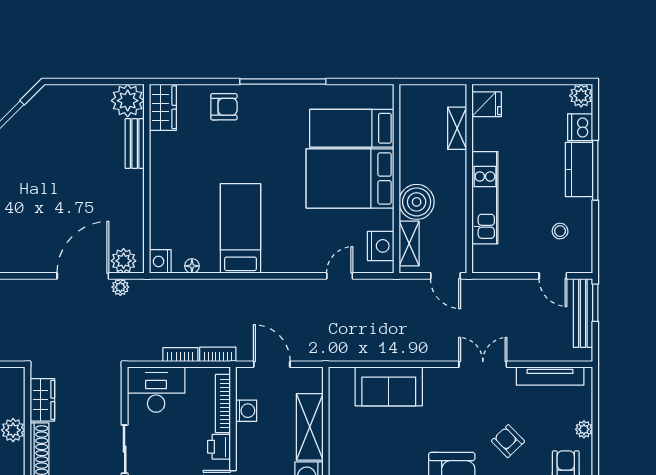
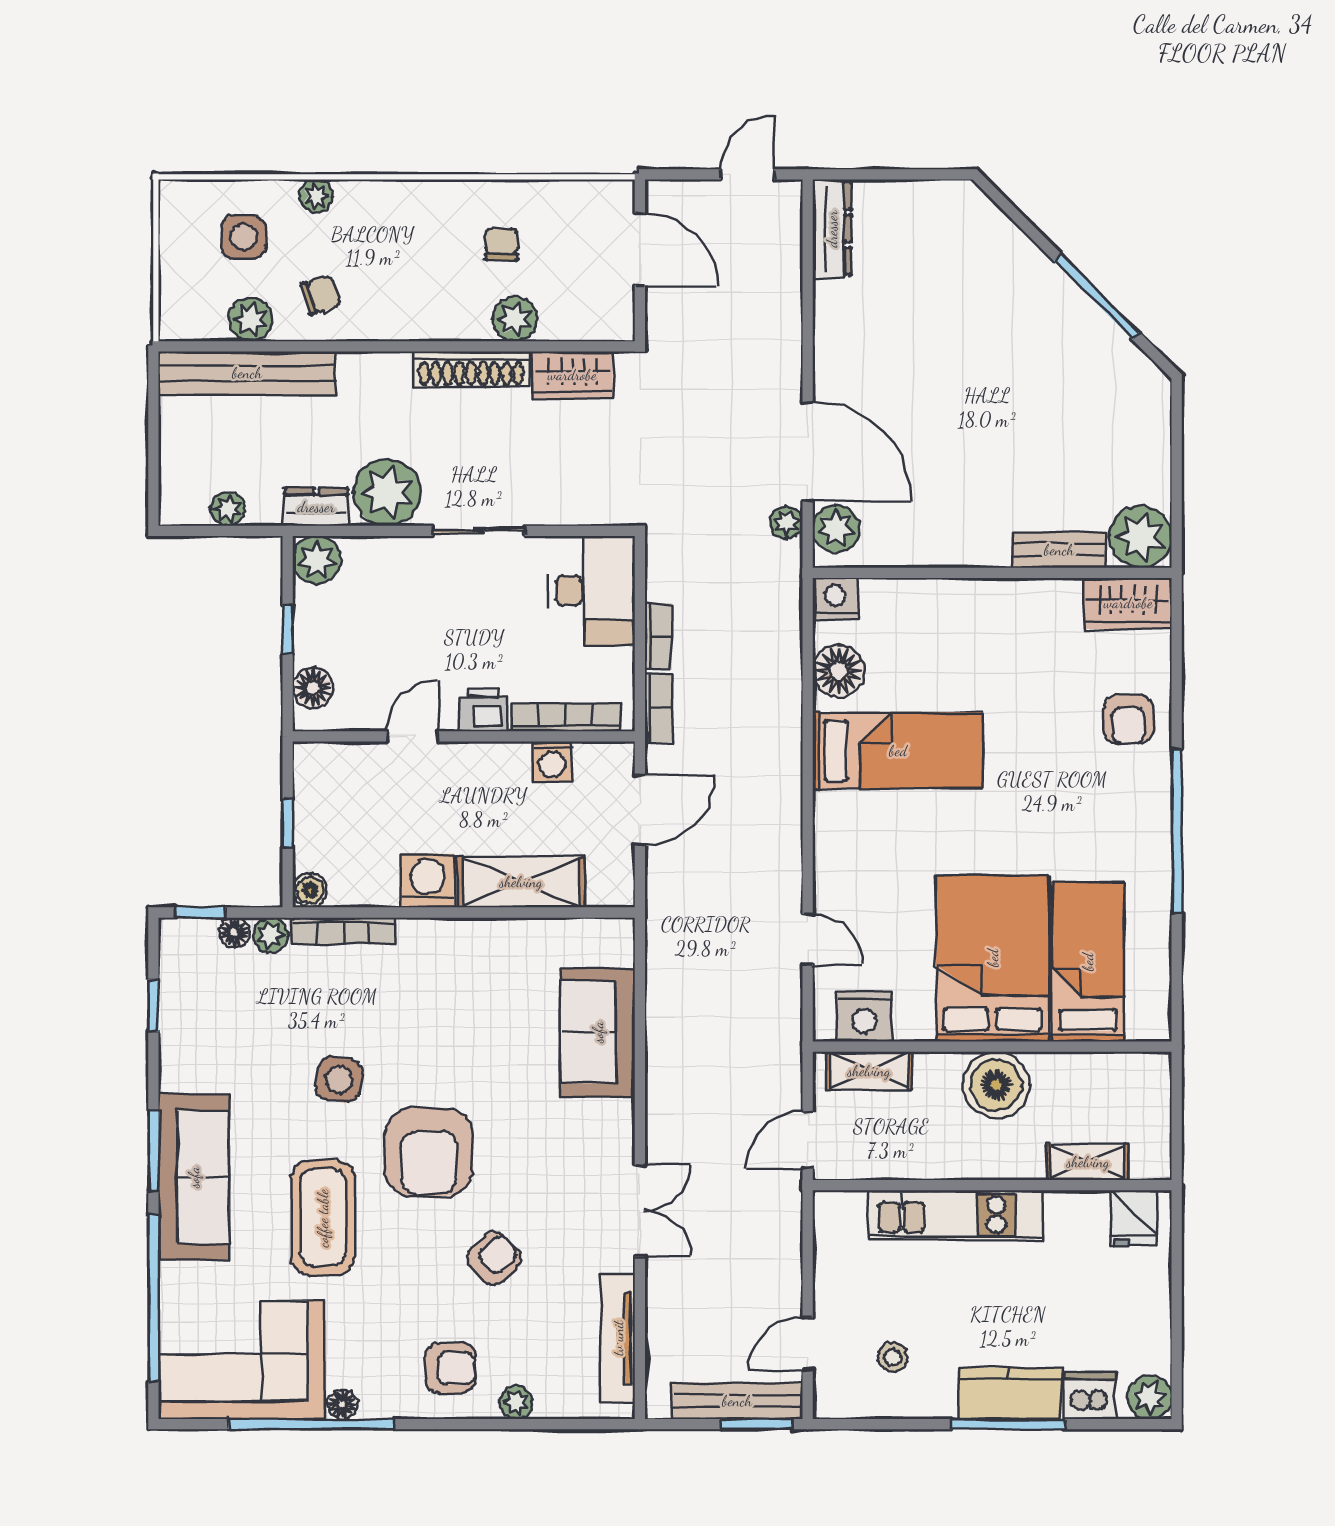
boiler: (417, 202) -> (996, 1085), moved
floor lamp: (192, 266) -> (839, 671), width x1.89, depth x1.89

